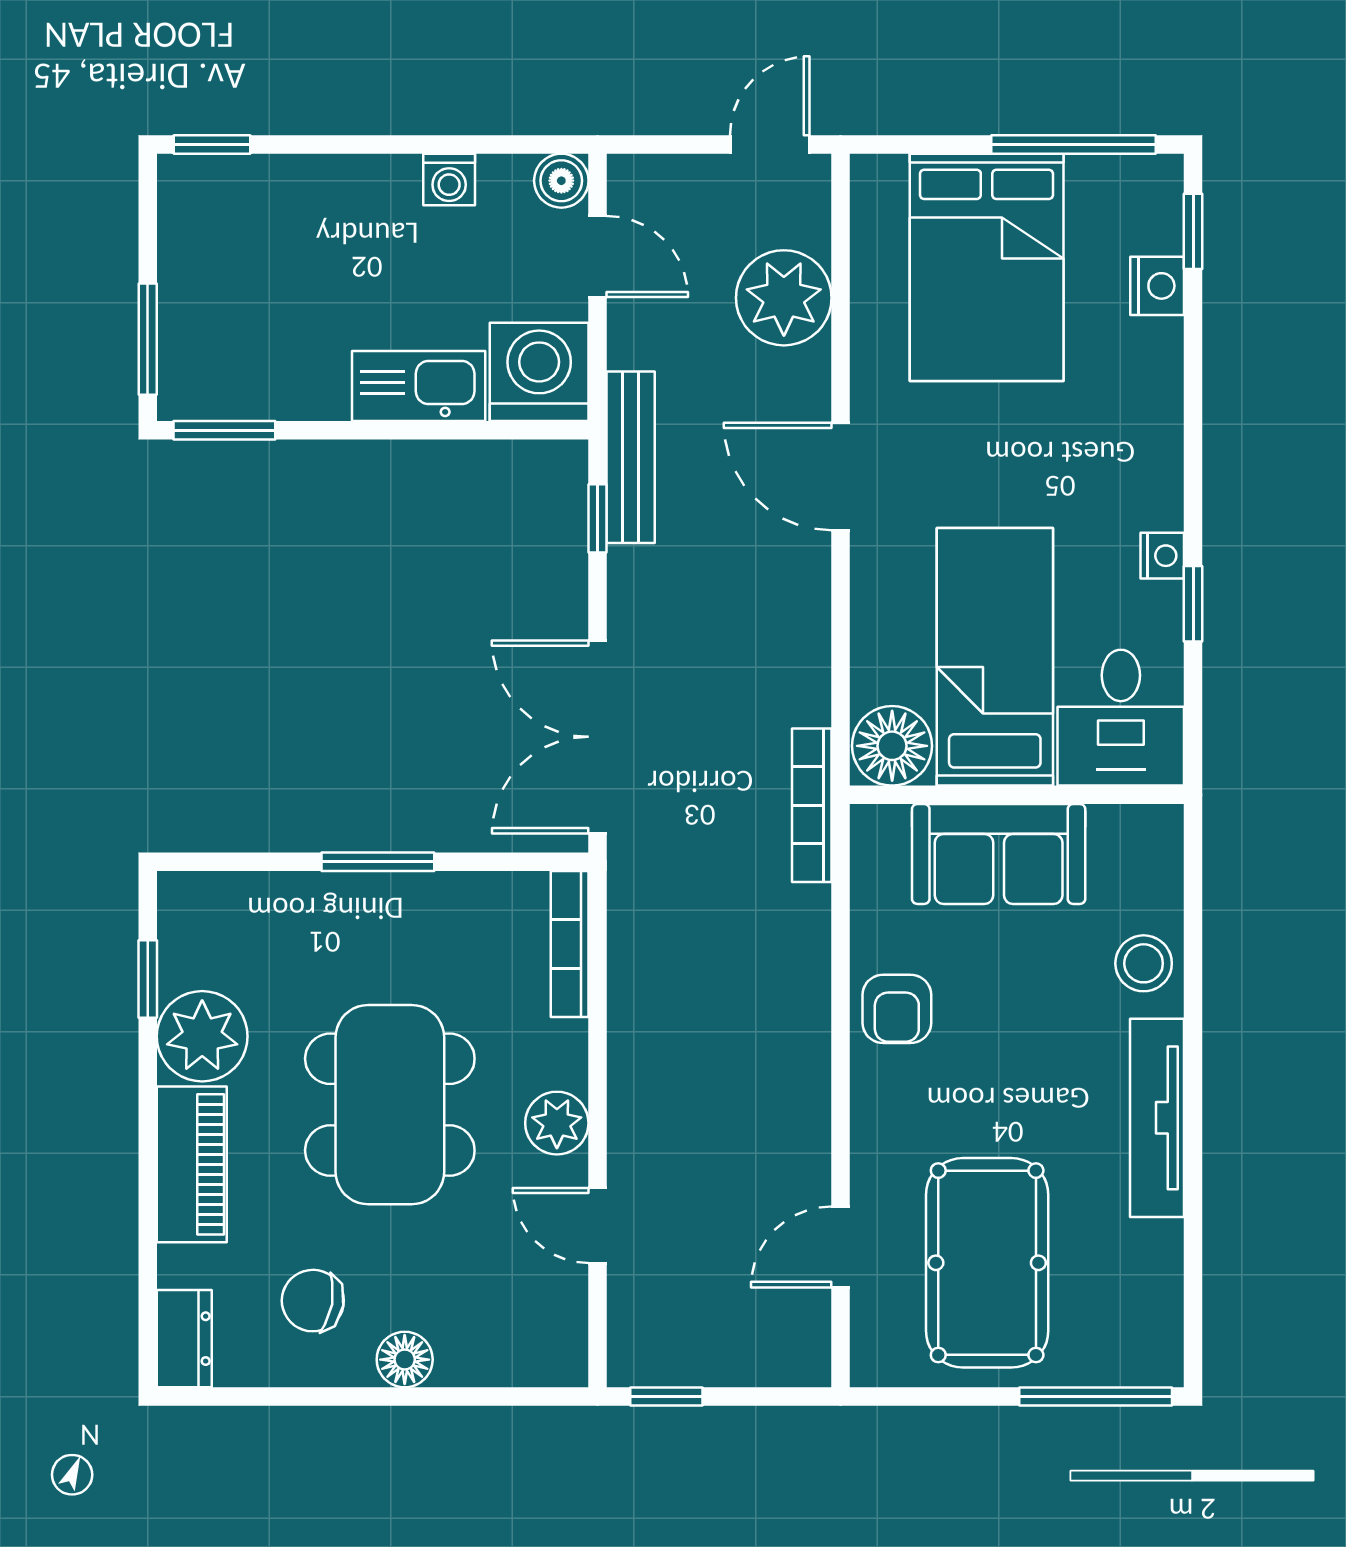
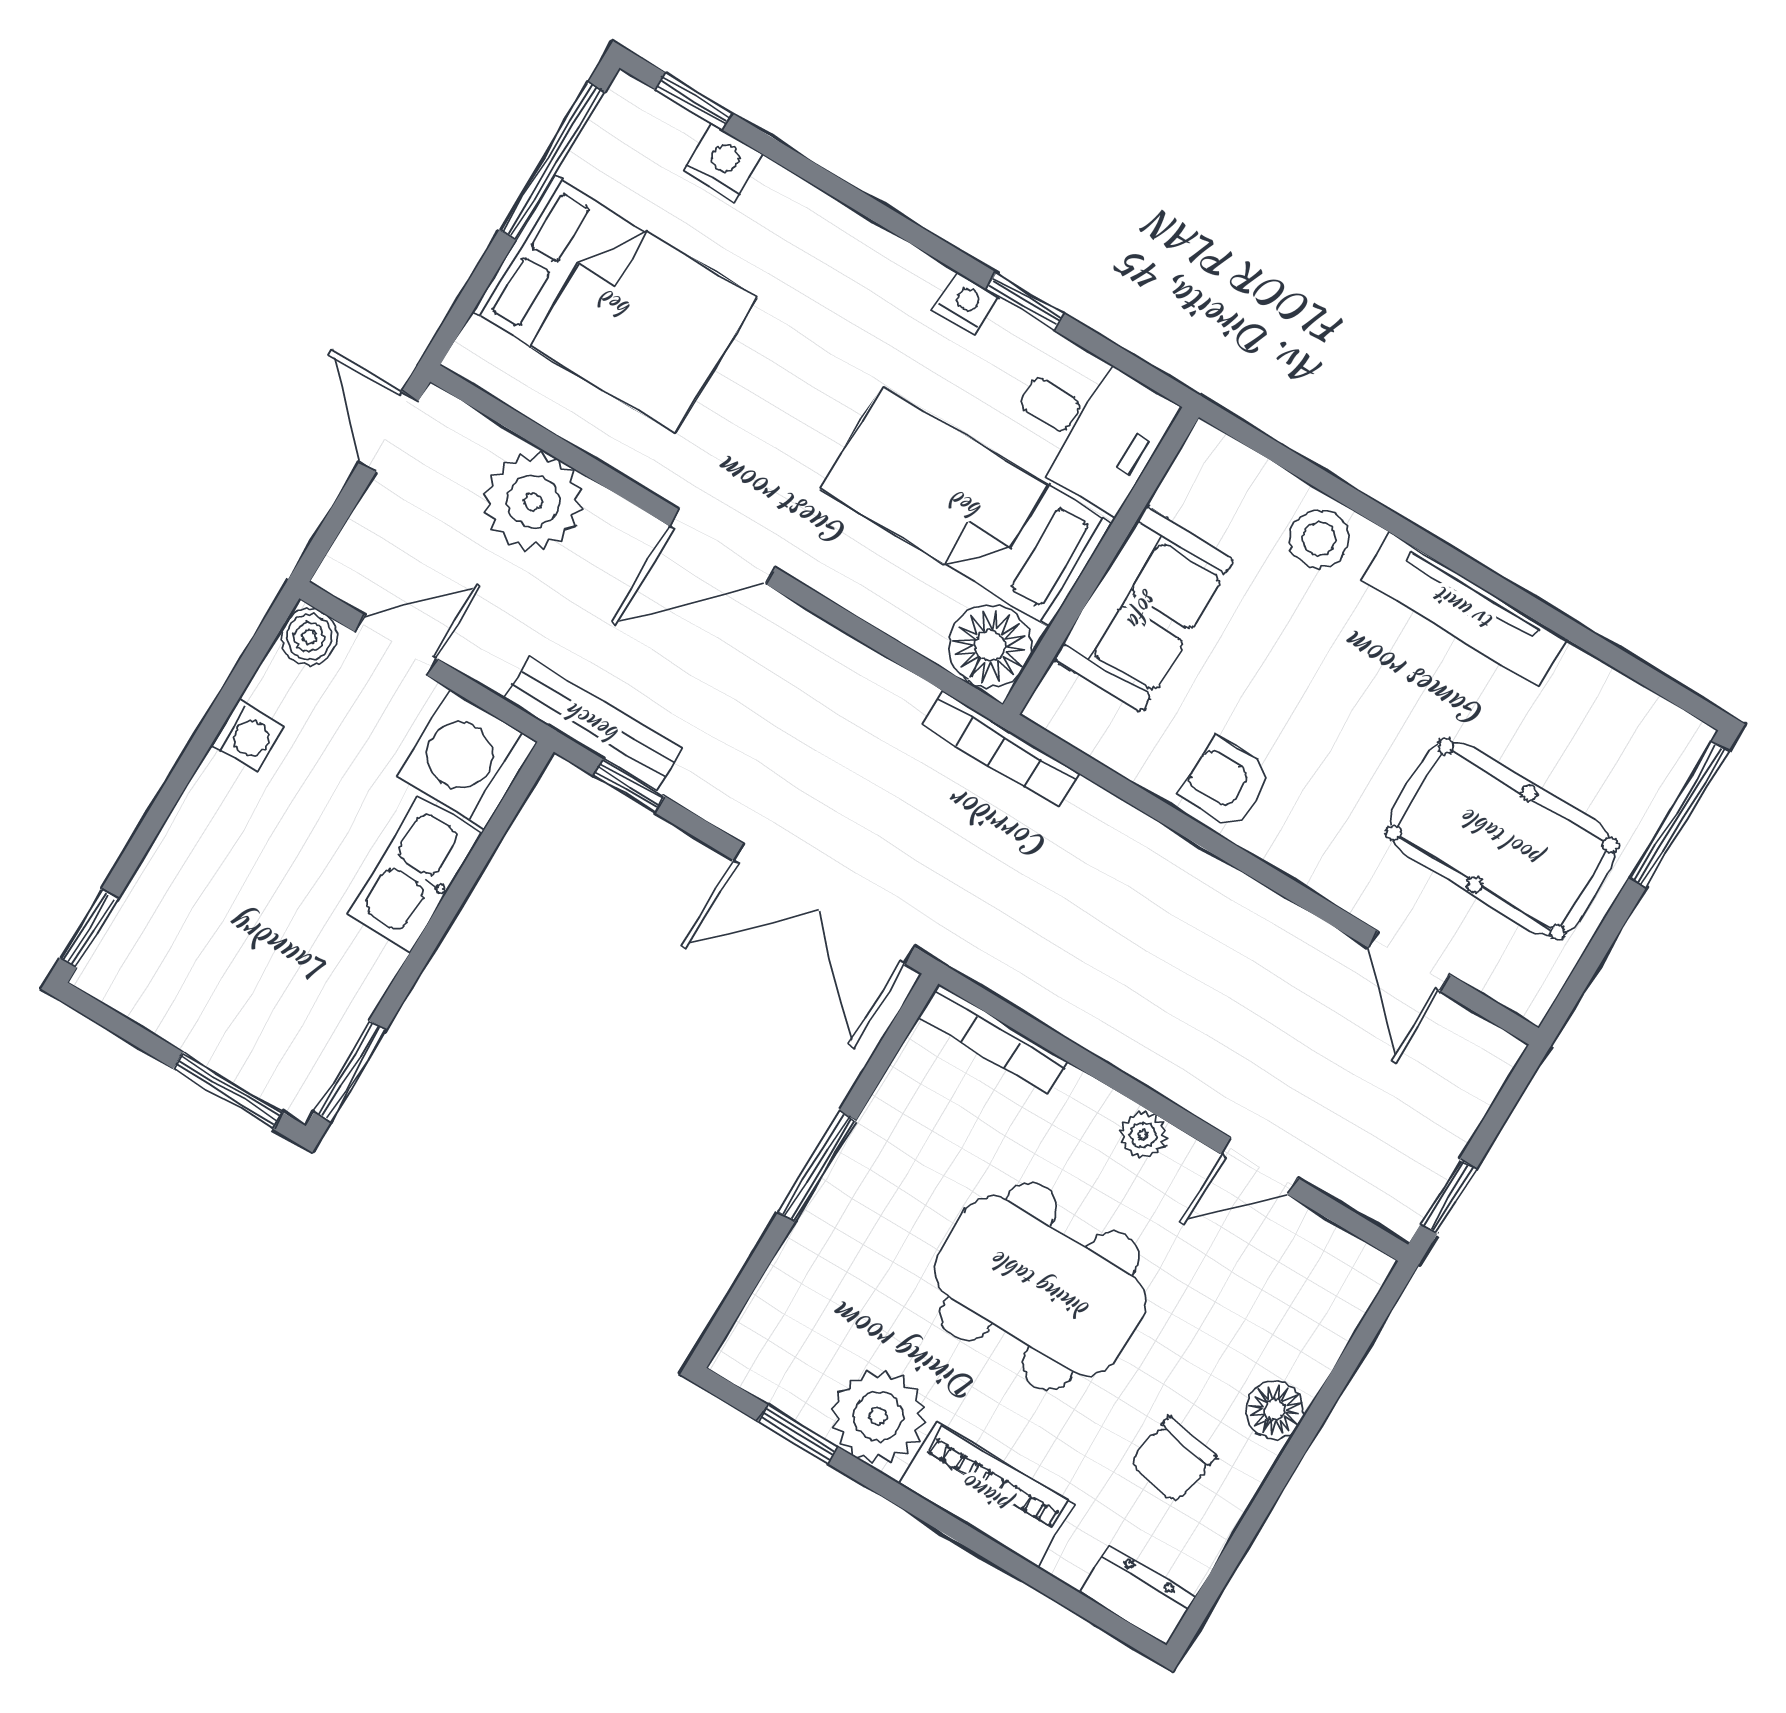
armchair: (897, 1009) -> (1227, 783), turned 180
plant: (557, 1123) -> (1143, 1135), width x0.73, depth x0.73

